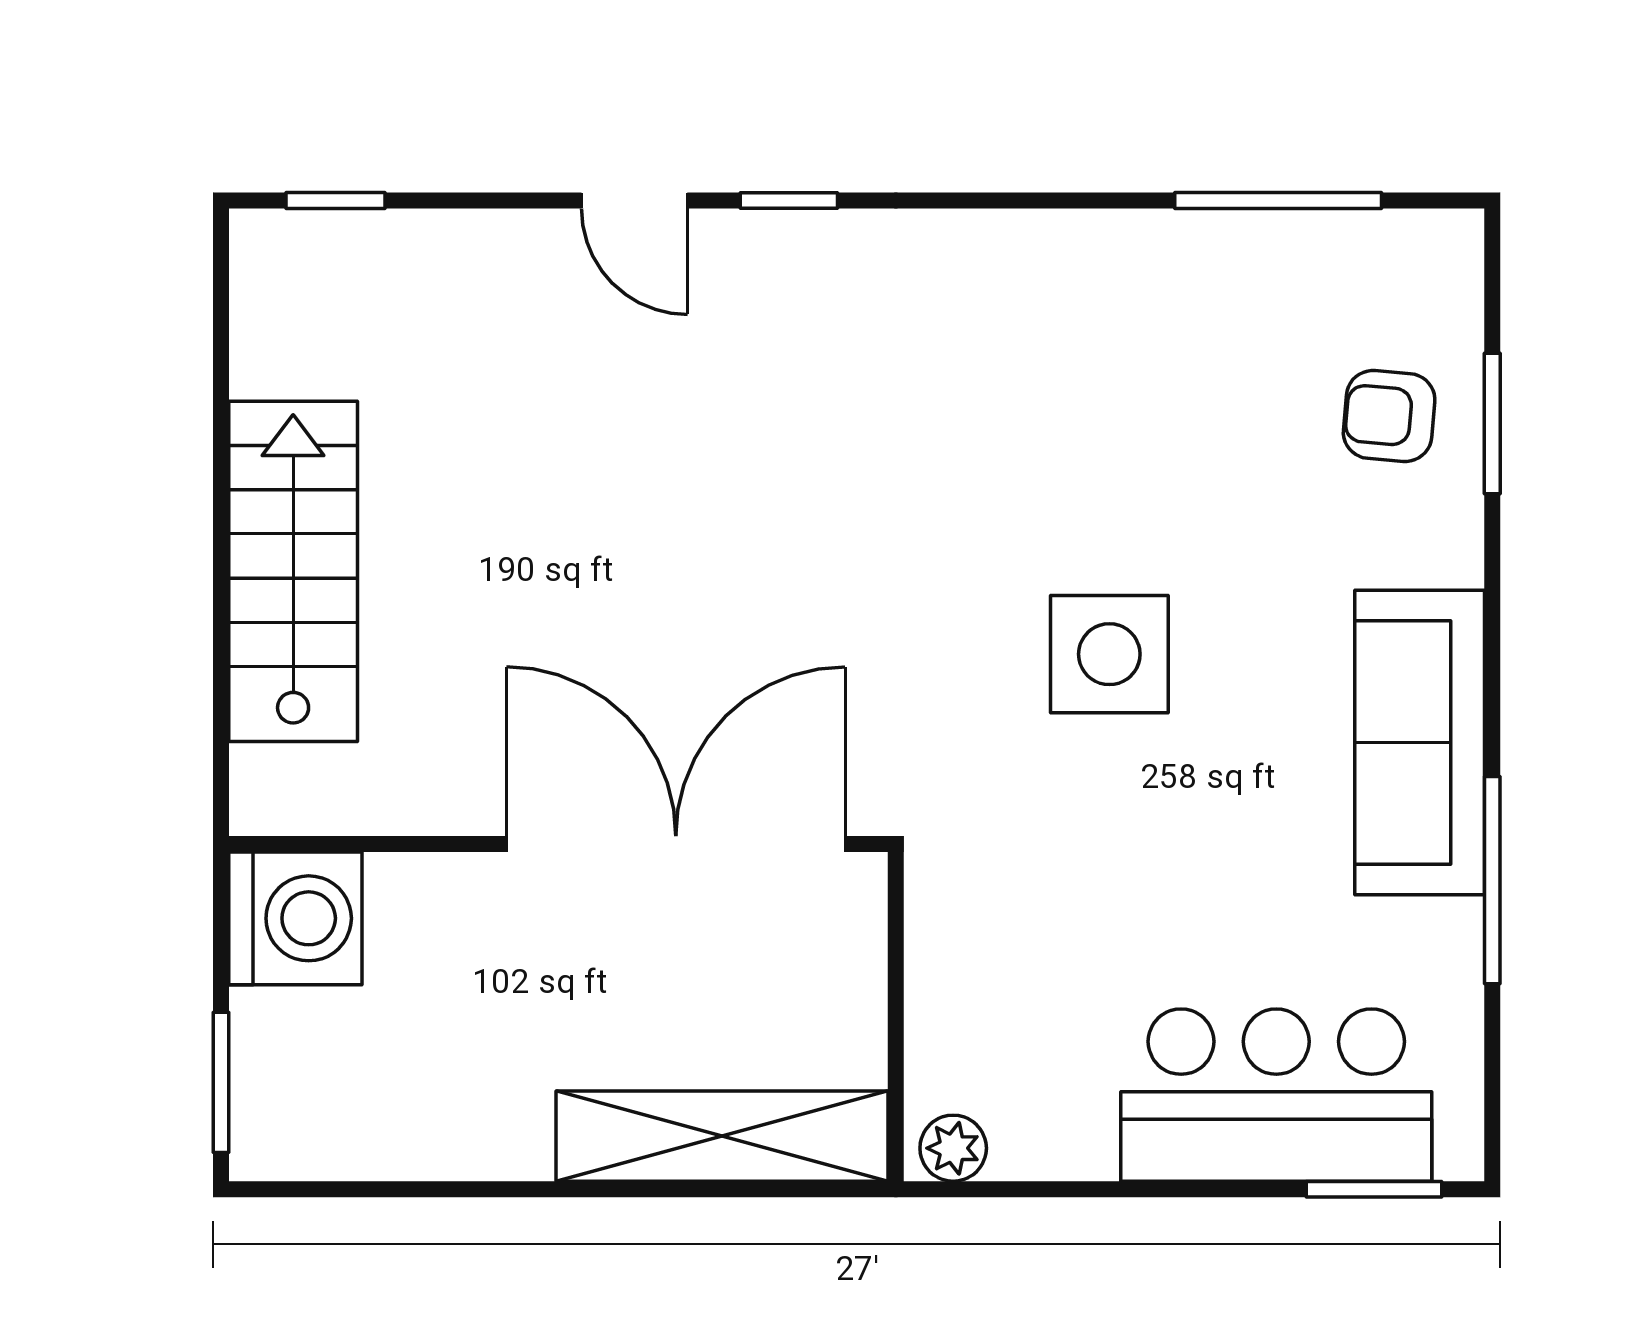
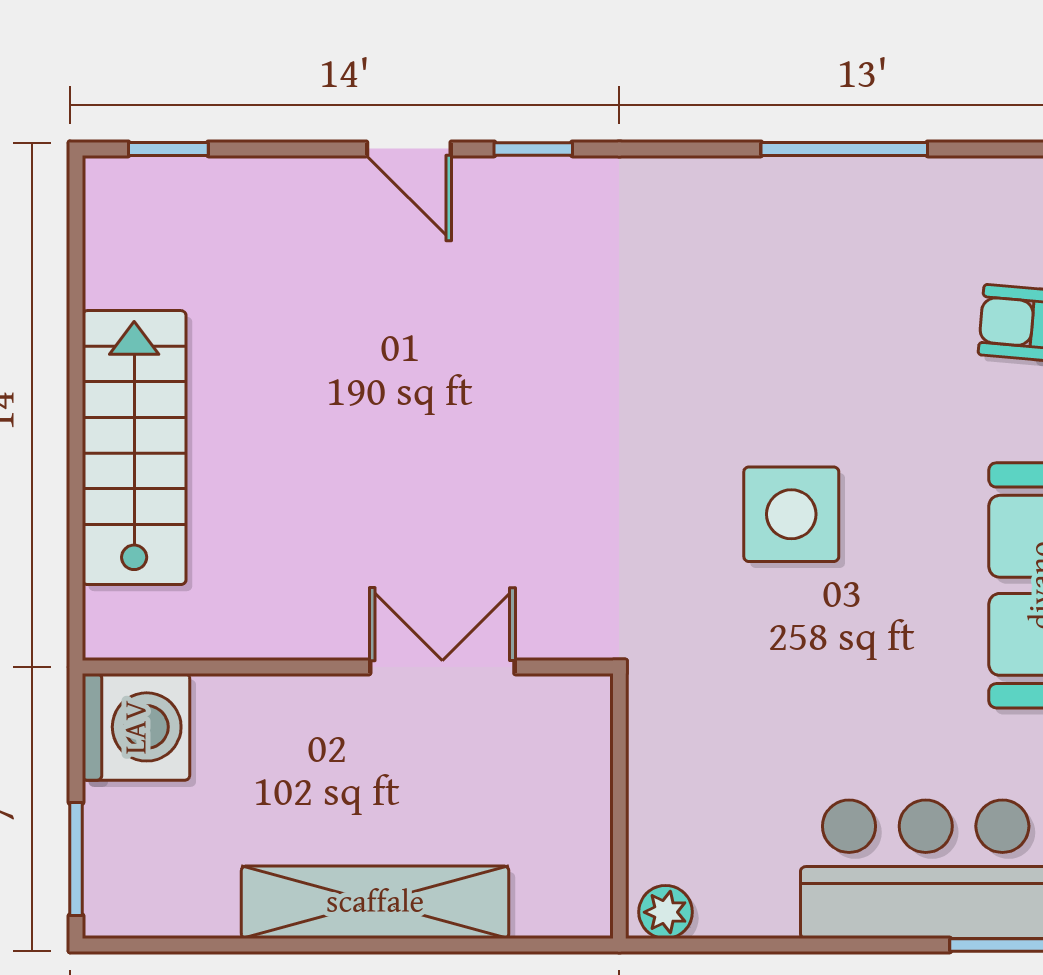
window: (1278, 200) -> (844, 149), moved
double door: (676, 844) -> (442, 667), width x0.54
shelving: (722, 1136) -> (375, 902), moved

